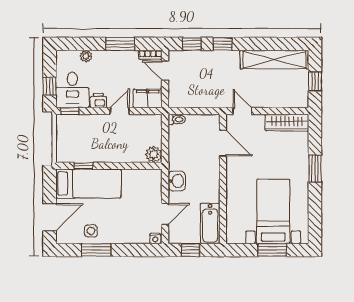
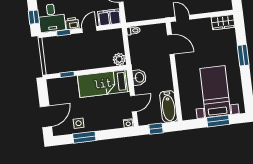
window: (70, 111) -> (64, 33), moved
wardrobe: (287, 123) -> (223, 22), width x0.67
bed: (88, 183) -> (103, 84), moved, turned 180

